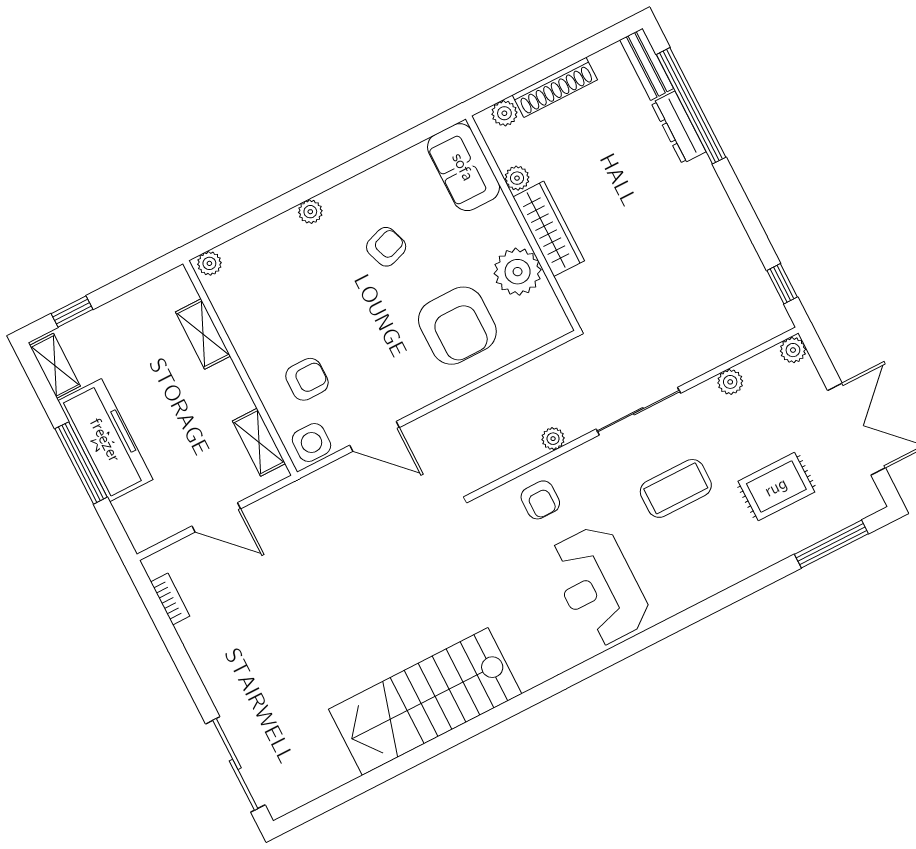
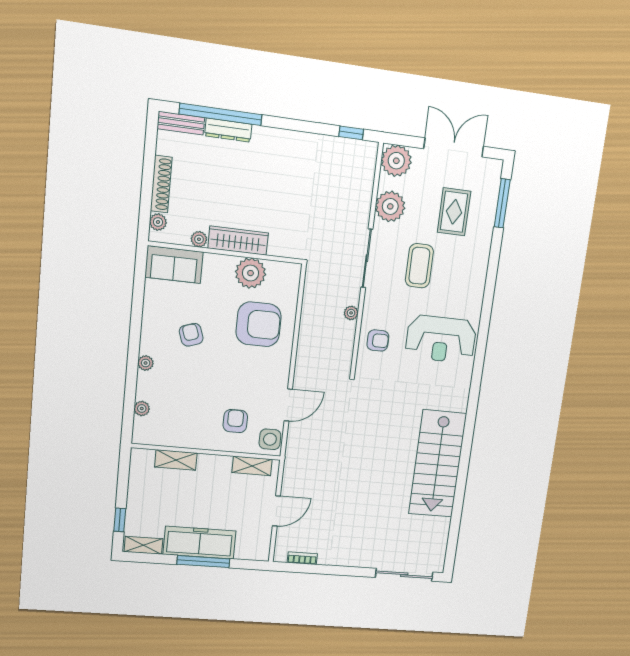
plant: (209, 263) -> (142, 409), moved
plant: (793, 350) -> (396, 161), width x1.88, depth x1.88
plant: (730, 382) -> (390, 206), width x1.87, depth x1.87

